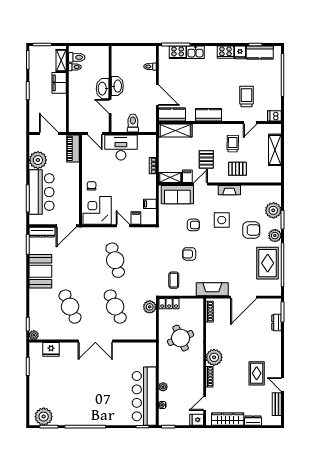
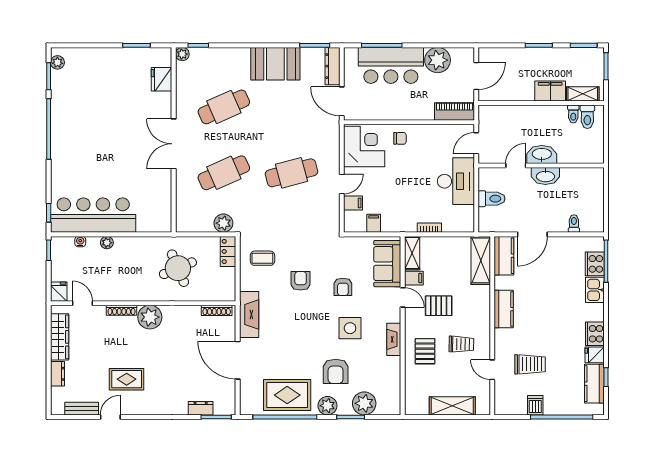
dishwasher: (274, 116) -> (535, 405), moved
plant: (44, 417) -> (57, 62), width x0.53, depth x0.53

